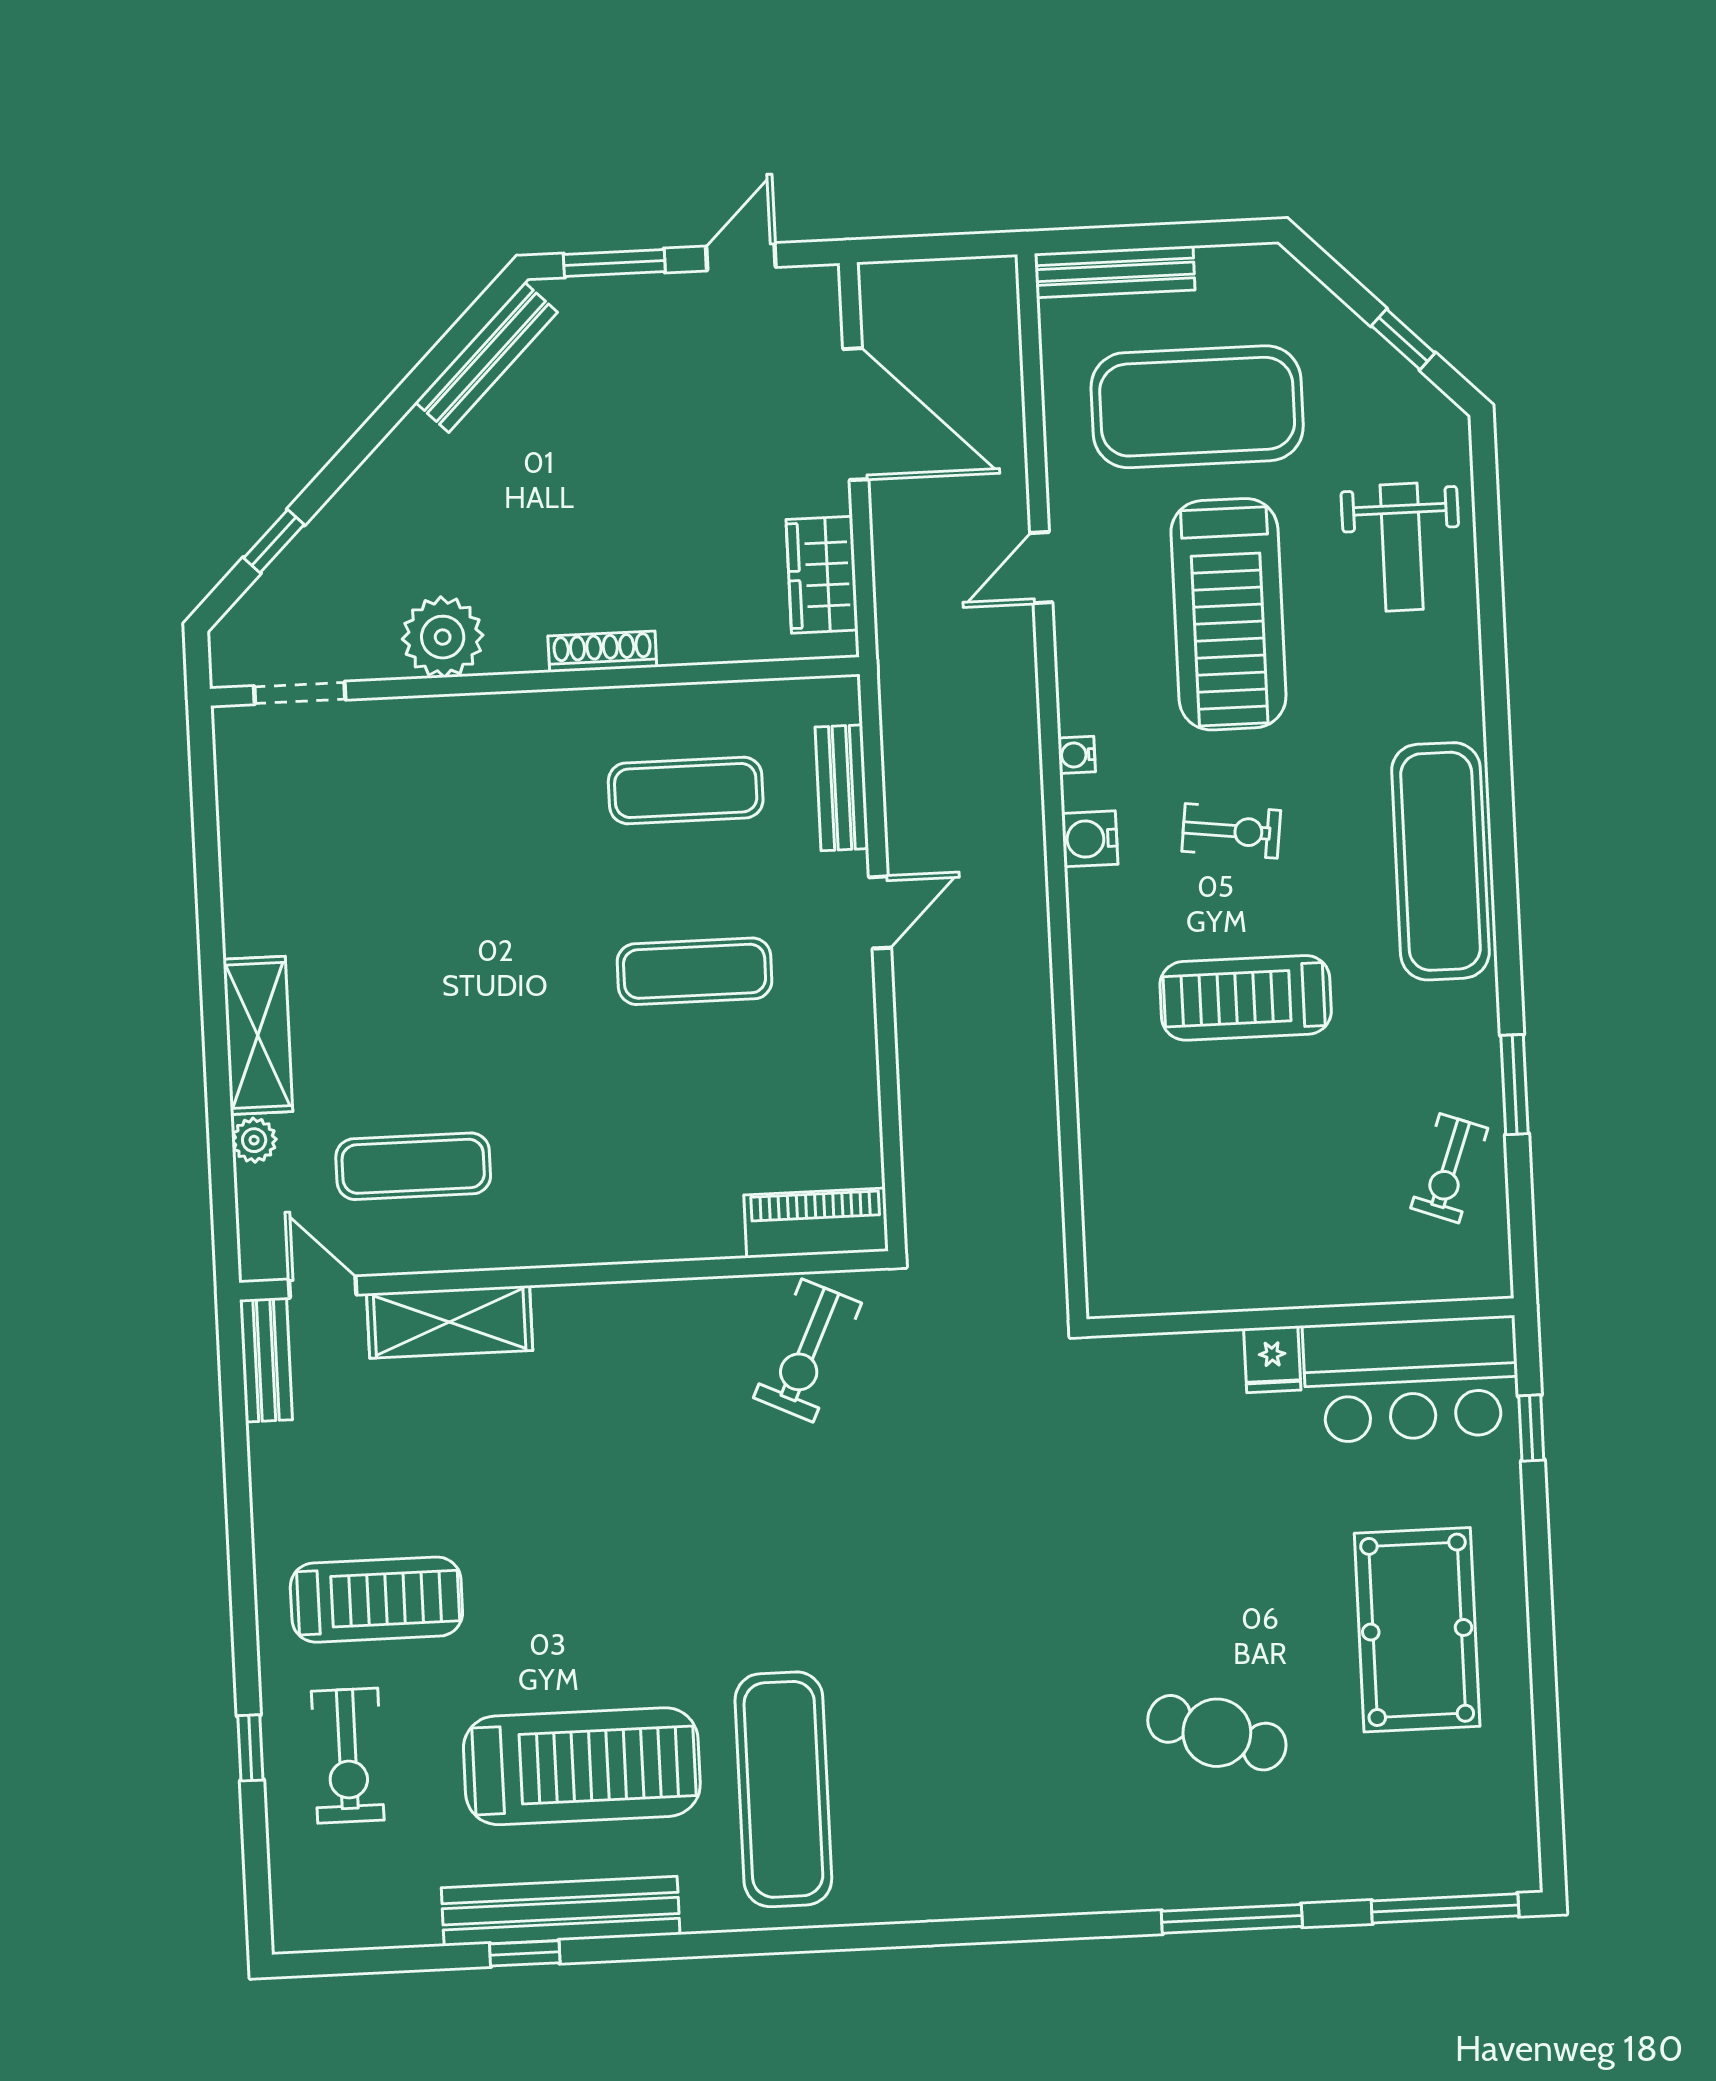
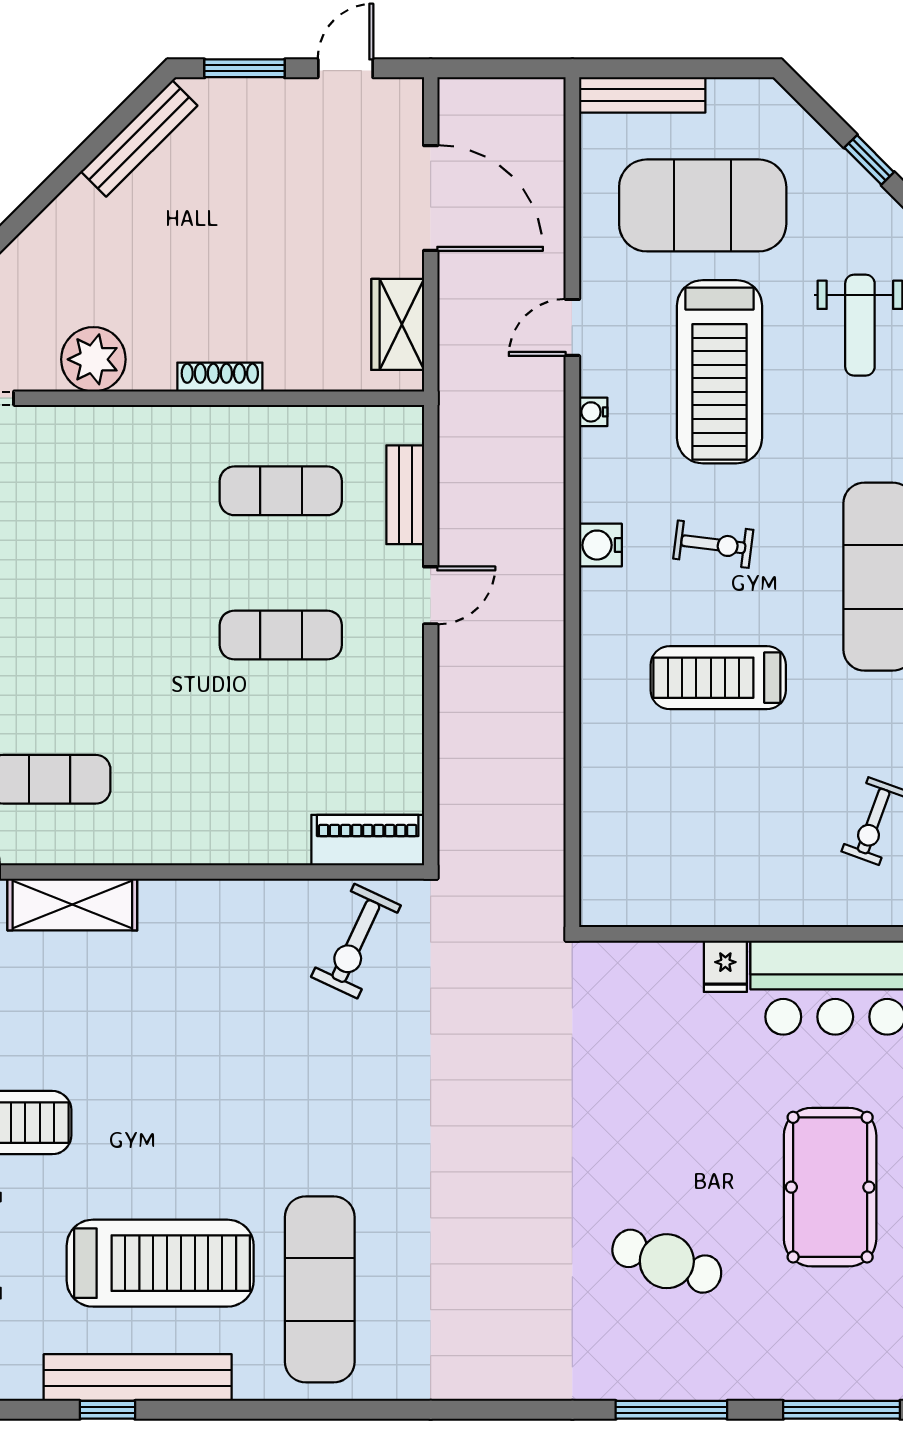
water cooler: (1077, 755) -> (593, 412), moved

